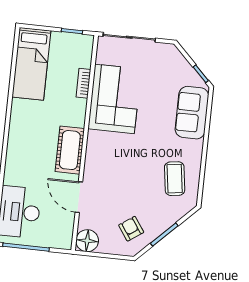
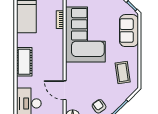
corner sofa: (114, 99) -> (85, 34), width x1.36, depth x1.36
cot: (70, 150) -> (24, 62), moved

